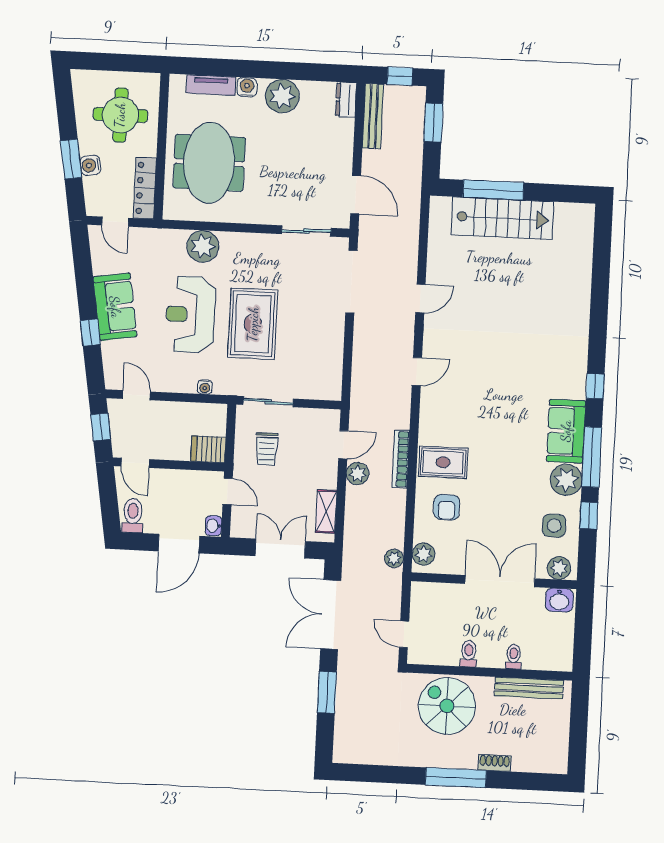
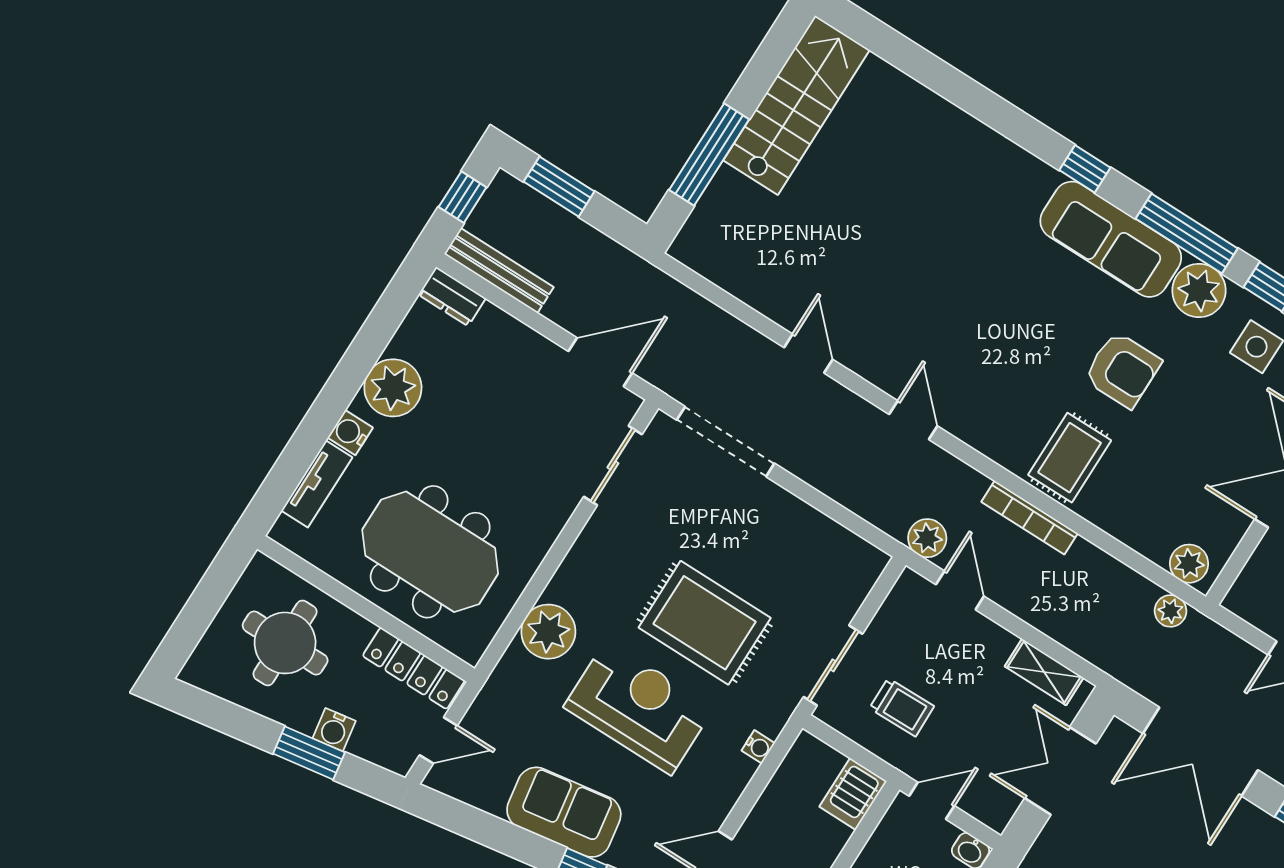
stairs: (502, 218) -> (796, 105), moved
reception desk: (190, 315) -> (639, 707), turned 180
sofa: (566, 431) -> (1111, 239), width x1.36
plant: (358, 474) -> (927, 538), moved
armchair: (447, 507) -> (1122, 370), moved, width x1.38, depth x1.38

